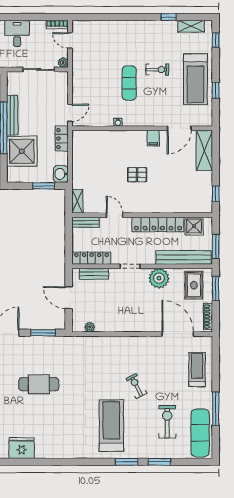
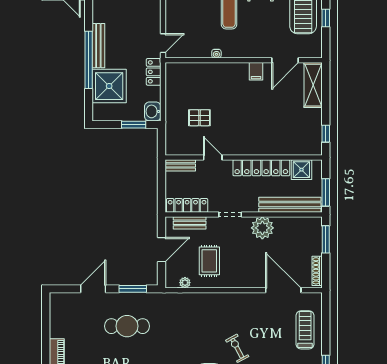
pallet: (137, 175) -> (199, 118), moved
shelving: (77, 201) -> (171, 142), removed
rug: (194, 285) -> (209, 261), moved
door: (69, 298) -> (161, 250), swing flipped
cafe table: (39, 384) -> (127, 326), moved

